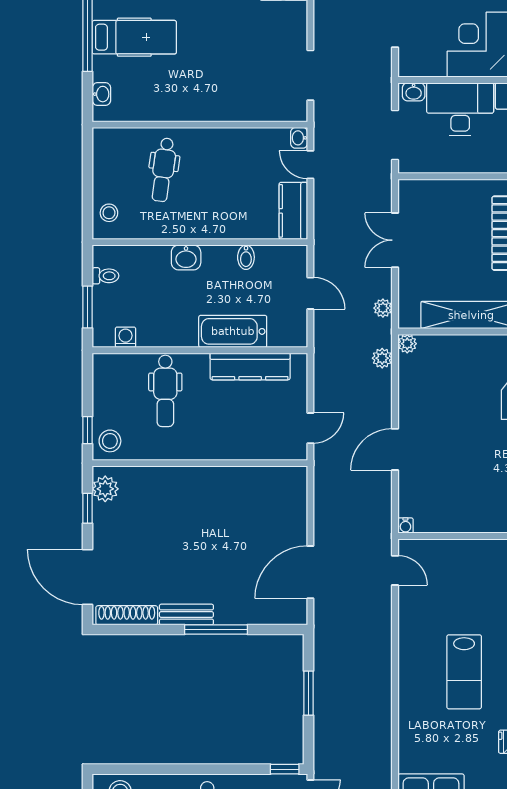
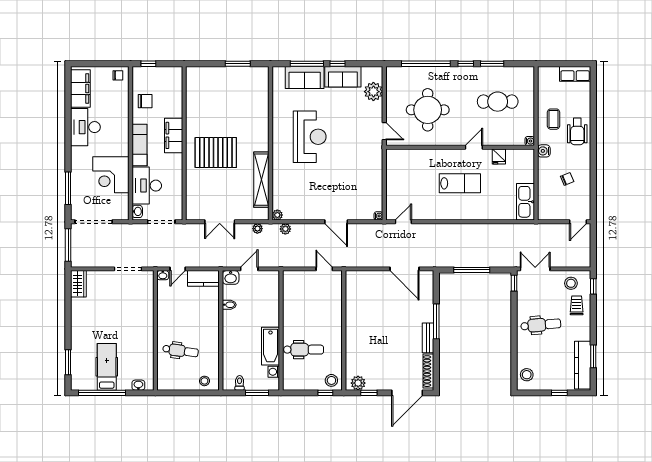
washbasin: (186, 257) -> (231, 277), moved, turned 90
bathtub: (233, 331) -> (270, 346), moved
kitchen counter: (250, 366) -> (290, 302), removed
window: (308, 693) -> (472, 270), width x1.44

